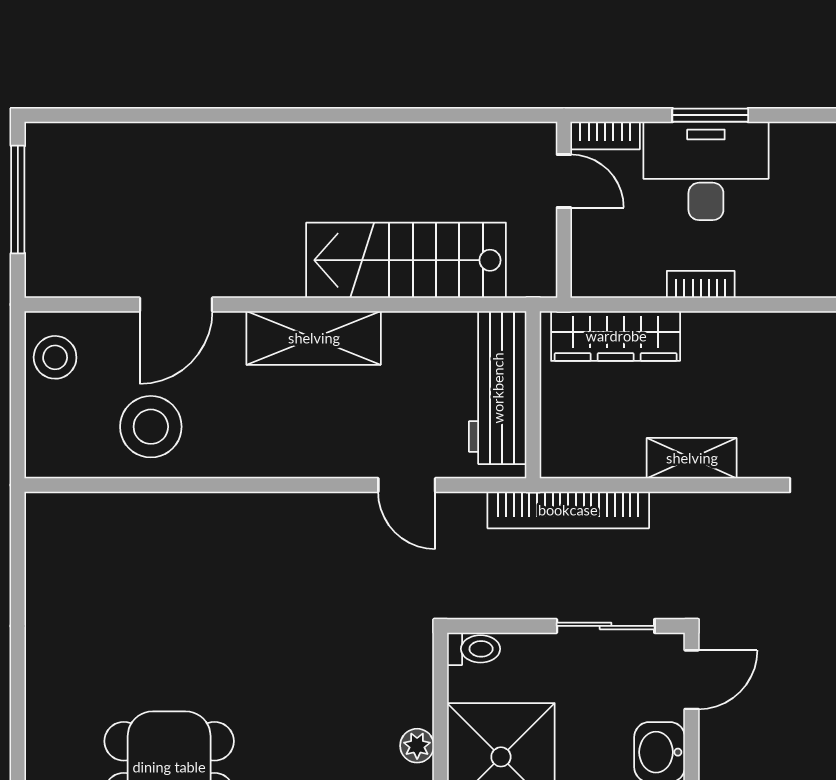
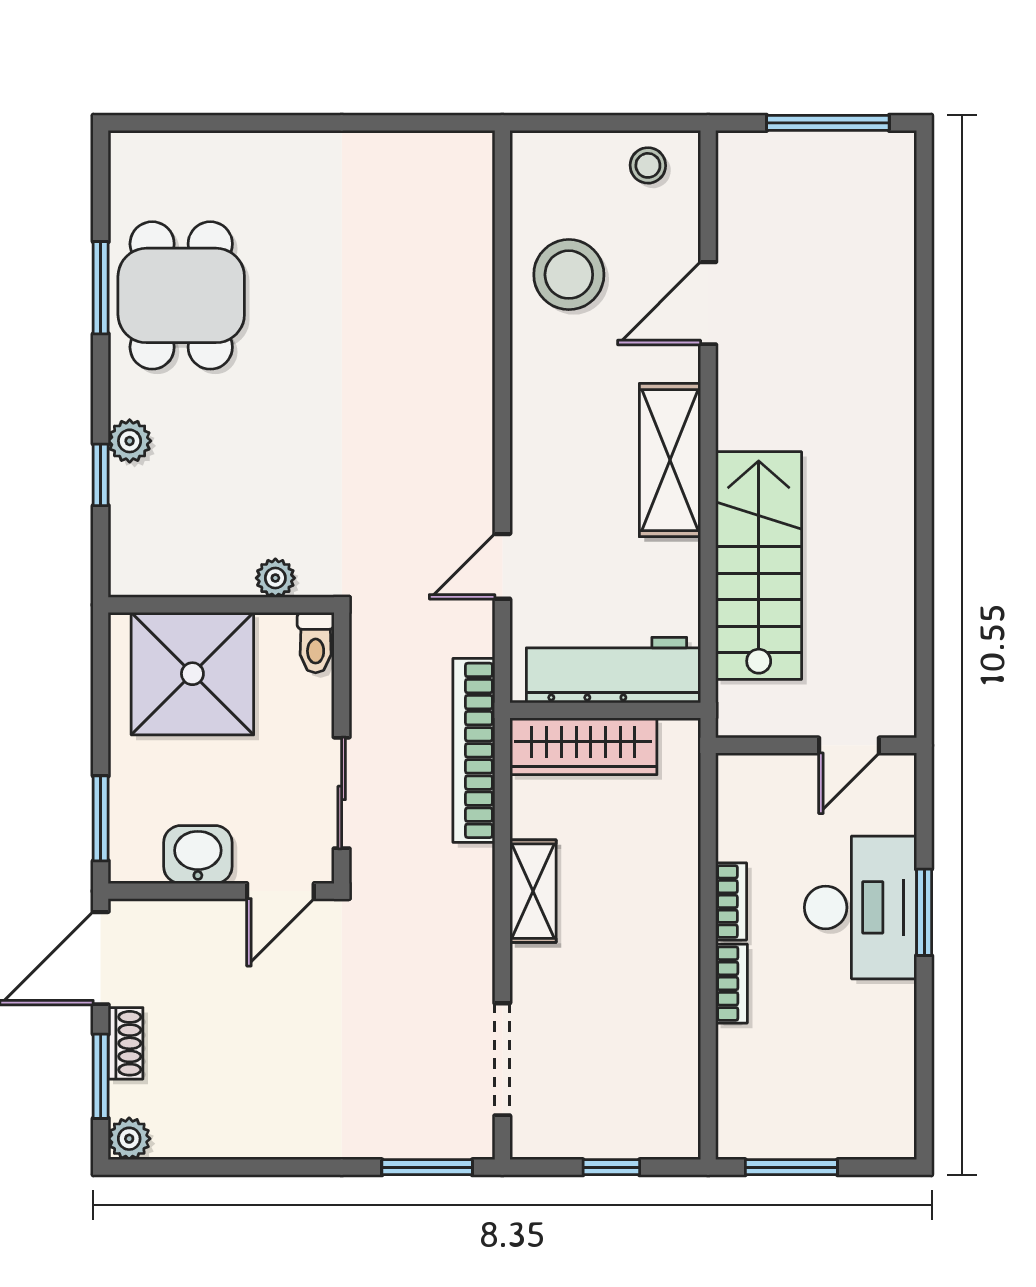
bookcase: (605, 136) -> (731, 984), moved, turned 180
door: (176, 305) -> (708, 303), hinge flipped
wardrobe: (616, 336) -> (583, 746), moved, turned -90
stool: (55, 357) -> (648, 165), width x0.73, depth x0.73
door: (692, 680) -> (280, 891), hinge flipped
plant: (417, 746) -> (275, 578), moved

